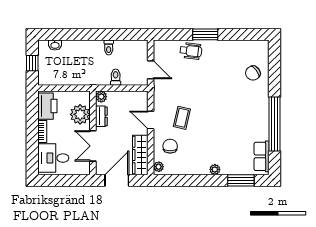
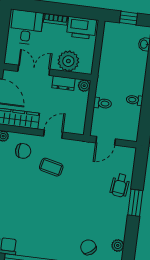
plant: (248, 46) -> (118, 245), added

